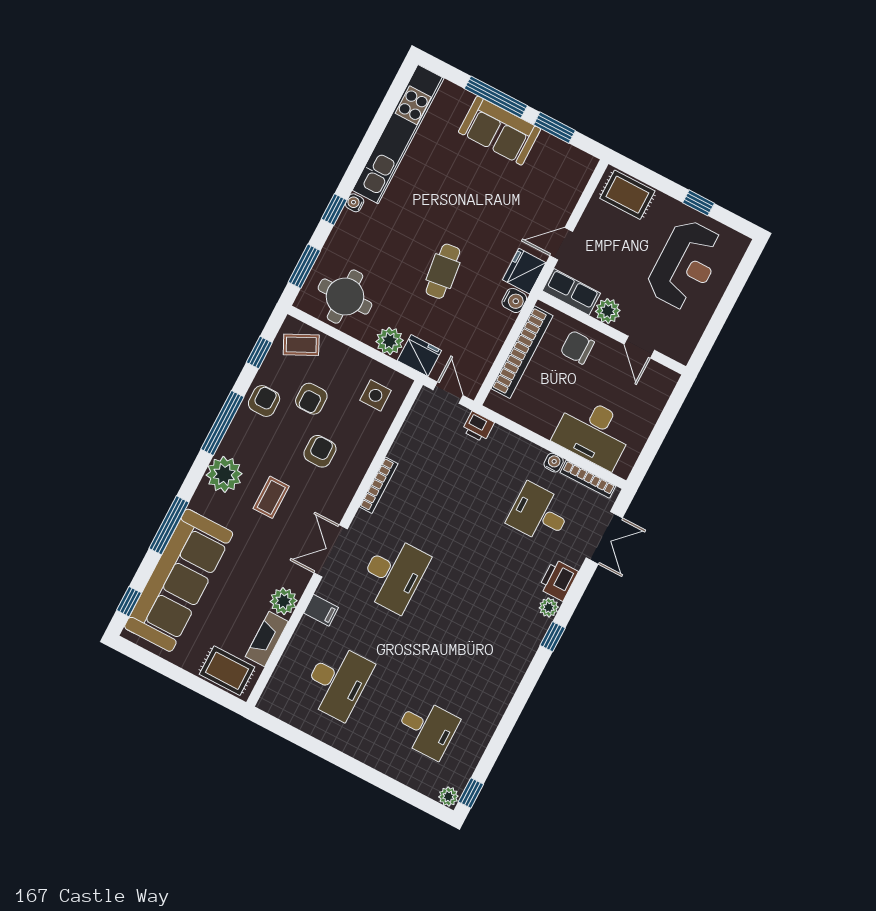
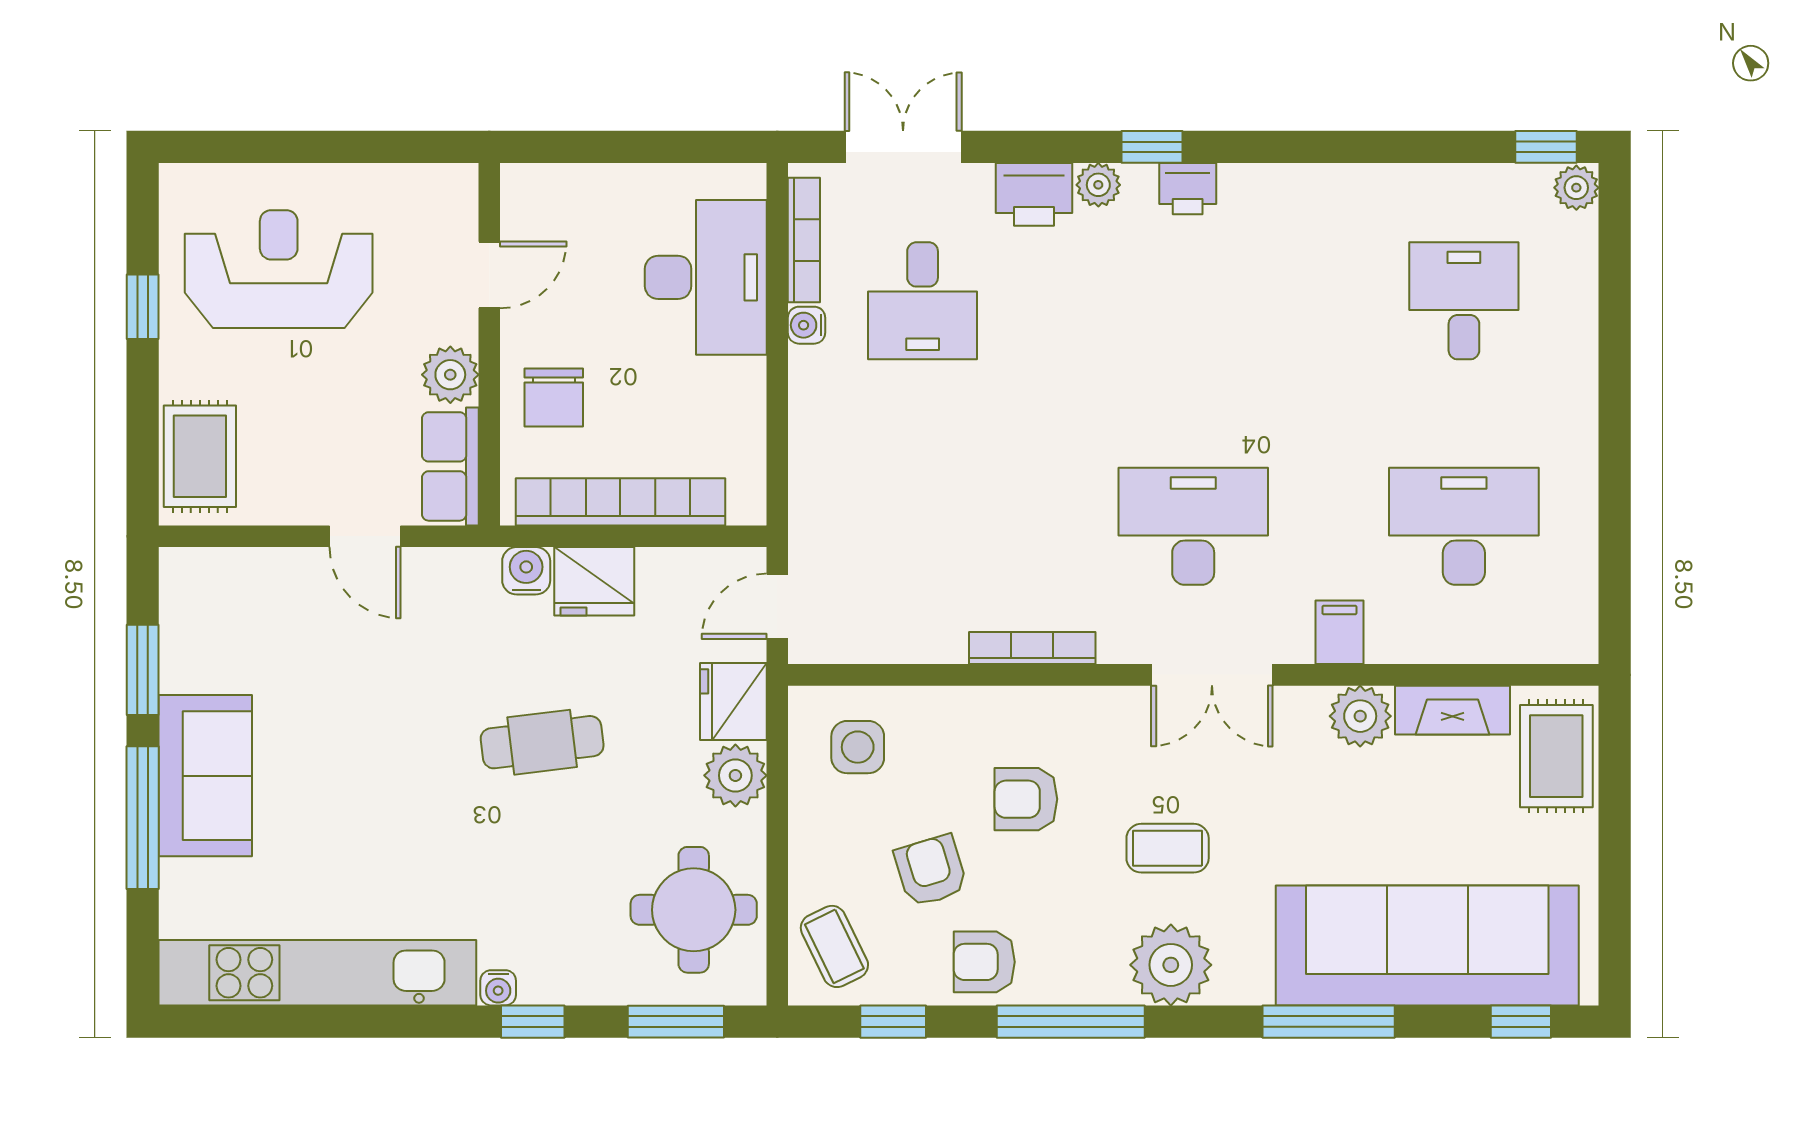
fridge: (524, 271) -> (594, 581), moved
armchair: (311, 399) -> (931, 871), turned -107
printer: (478, 427) -> (1188, 189), moved, turned 90

